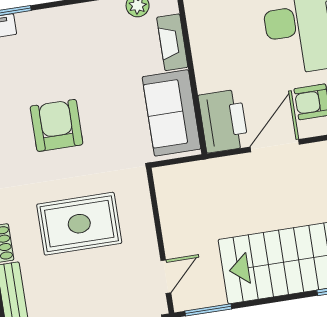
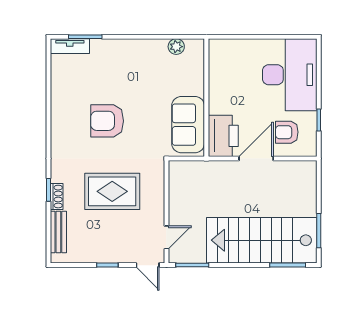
fireplace: (172, 42) -> (196, 76), removed
armchair: (57, 125) -> (107, 121), turned -90

